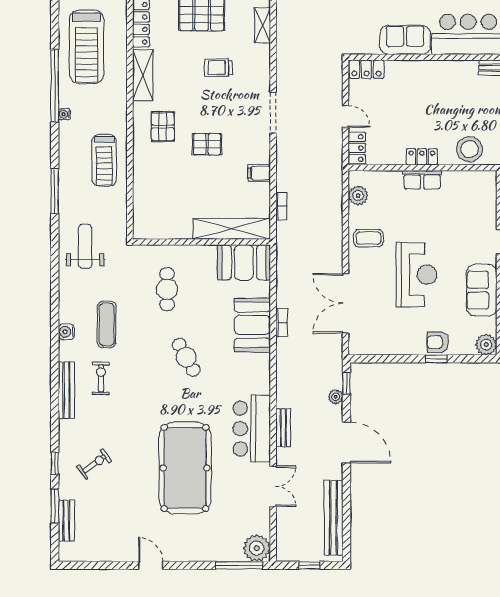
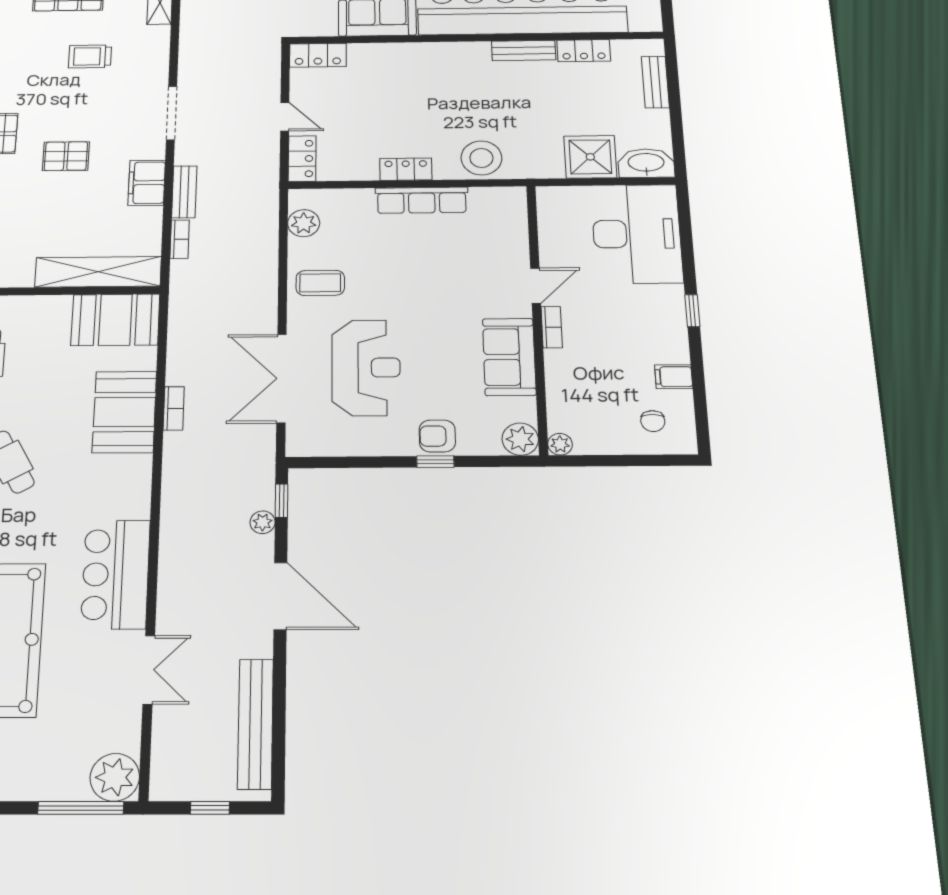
filing cabinet: (259, 173) -> (147, 183), width x2.00
row of seats: (422, 180) -> (422, 200), width x1.48
reception desk: (416, 275) -> (366, 368), moved
bench: (283, 428) -> (184, 192), moved

